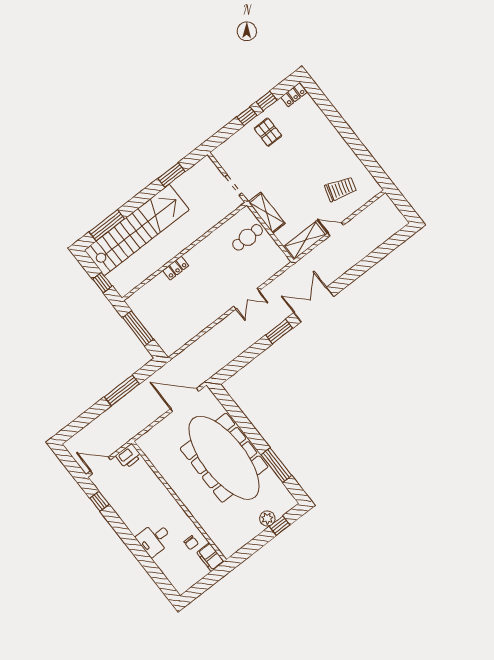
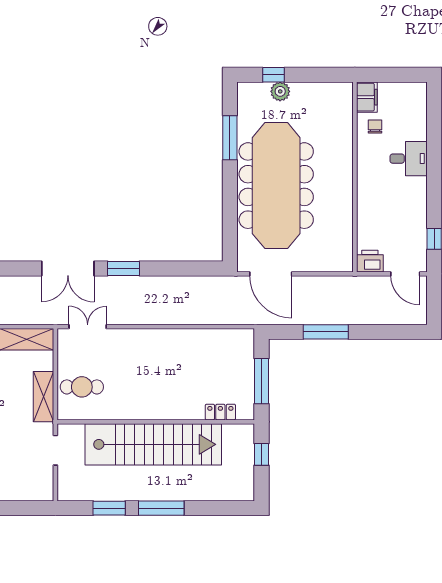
window: (107, 225) -> (161, 508), moved
stairs: (137, 230) -> (153, 444), moved, turned 180
locker: (176, 268) -> (220, 412), moved
double door: (247, 299) -> (88, 327), moved

